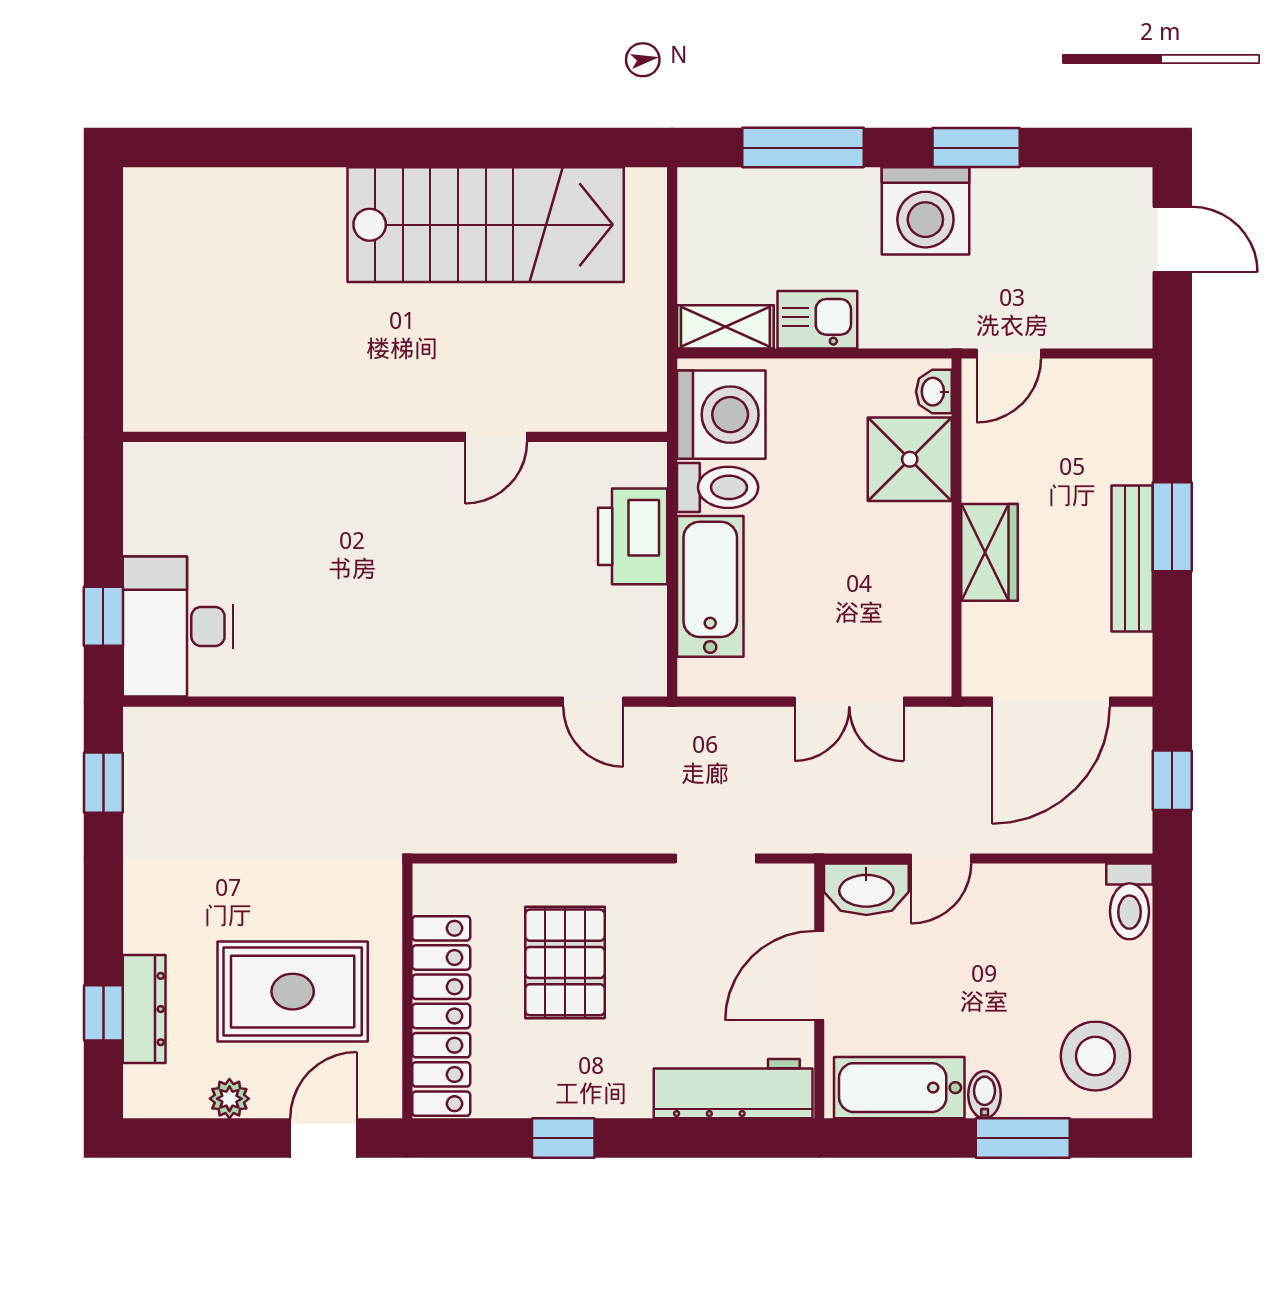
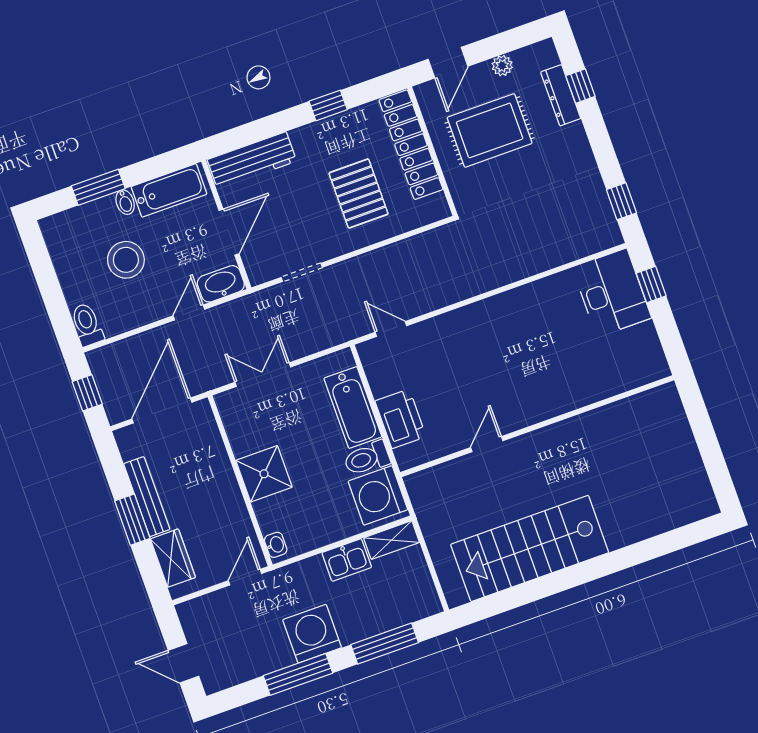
window: (976, 148) -> (298, 674), width x1.44
shower: (910, 459) -> (264, 474), moved
wardrobe: (990, 552) -> (173, 558), moved, turned 180
stool: (1095, 1056) -> (126, 260), moved

